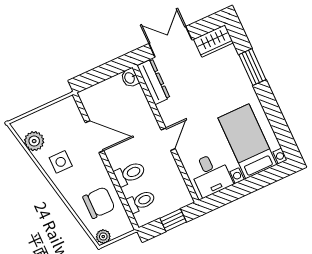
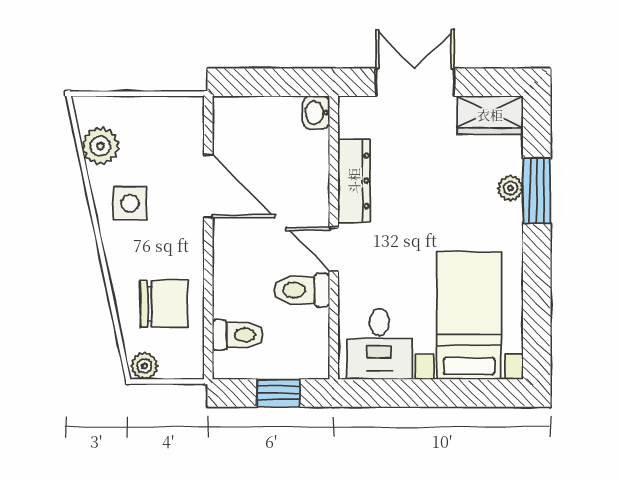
plant: (239, 71) -> (510, 188), added
dresser: (153, 82) -> (354, 181), moved
door: (168, 139) -> (334, 249), swing flipped
toilet: (130, 174) -> (302, 290), moved, turned 180

